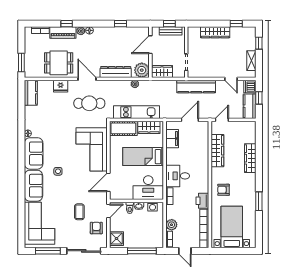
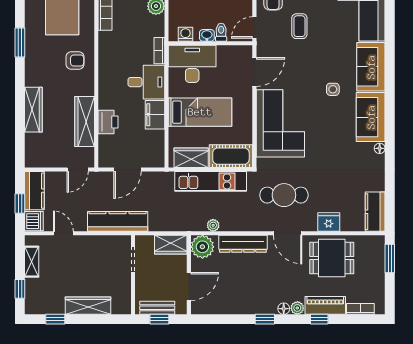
window: (120, 24) -> (265, 319), moved
filing cabinet: (172, 139) -> (155, 115), moved
printer: (202, 201) -> (108, 122), moved

